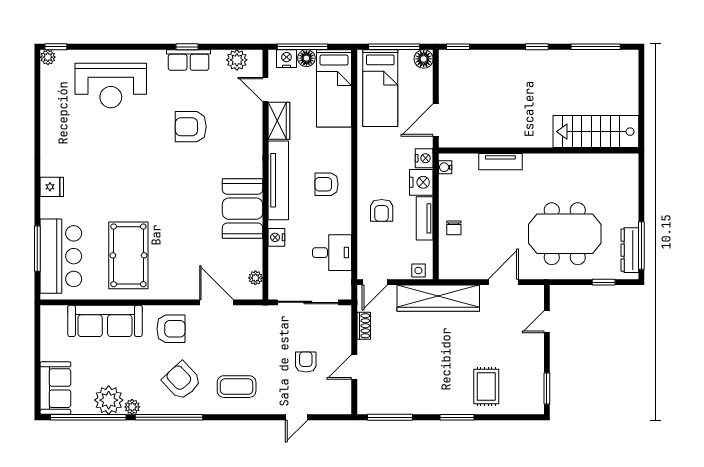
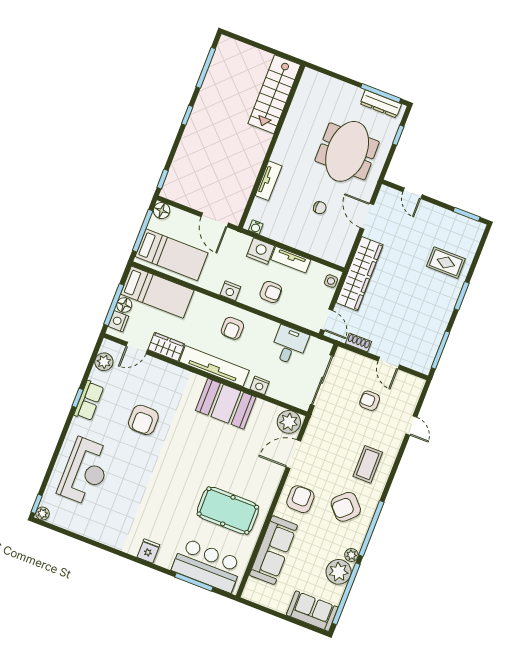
nightstand: (424, 158) -> (230, 291), moved, turned 180
chair: (454, 228) -> (320, 208), moved
plant: (255, 278) -> (289, 422), width x1.87, depth x1.87

